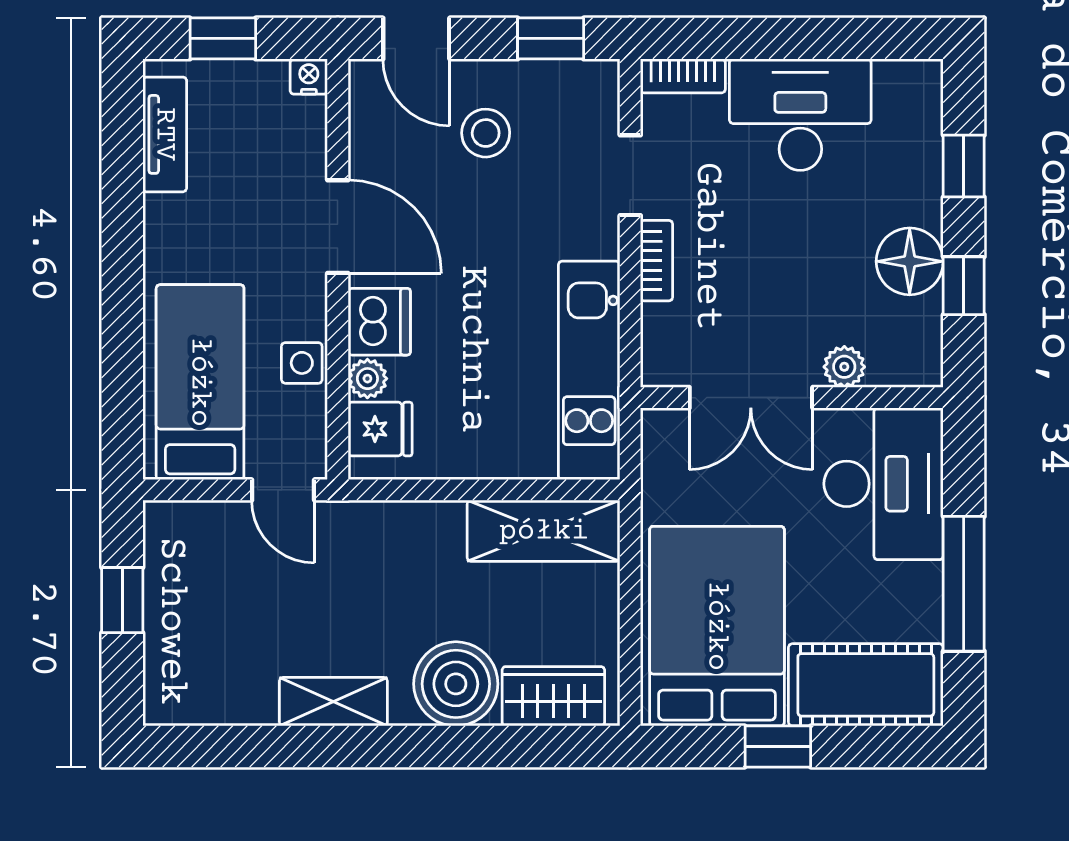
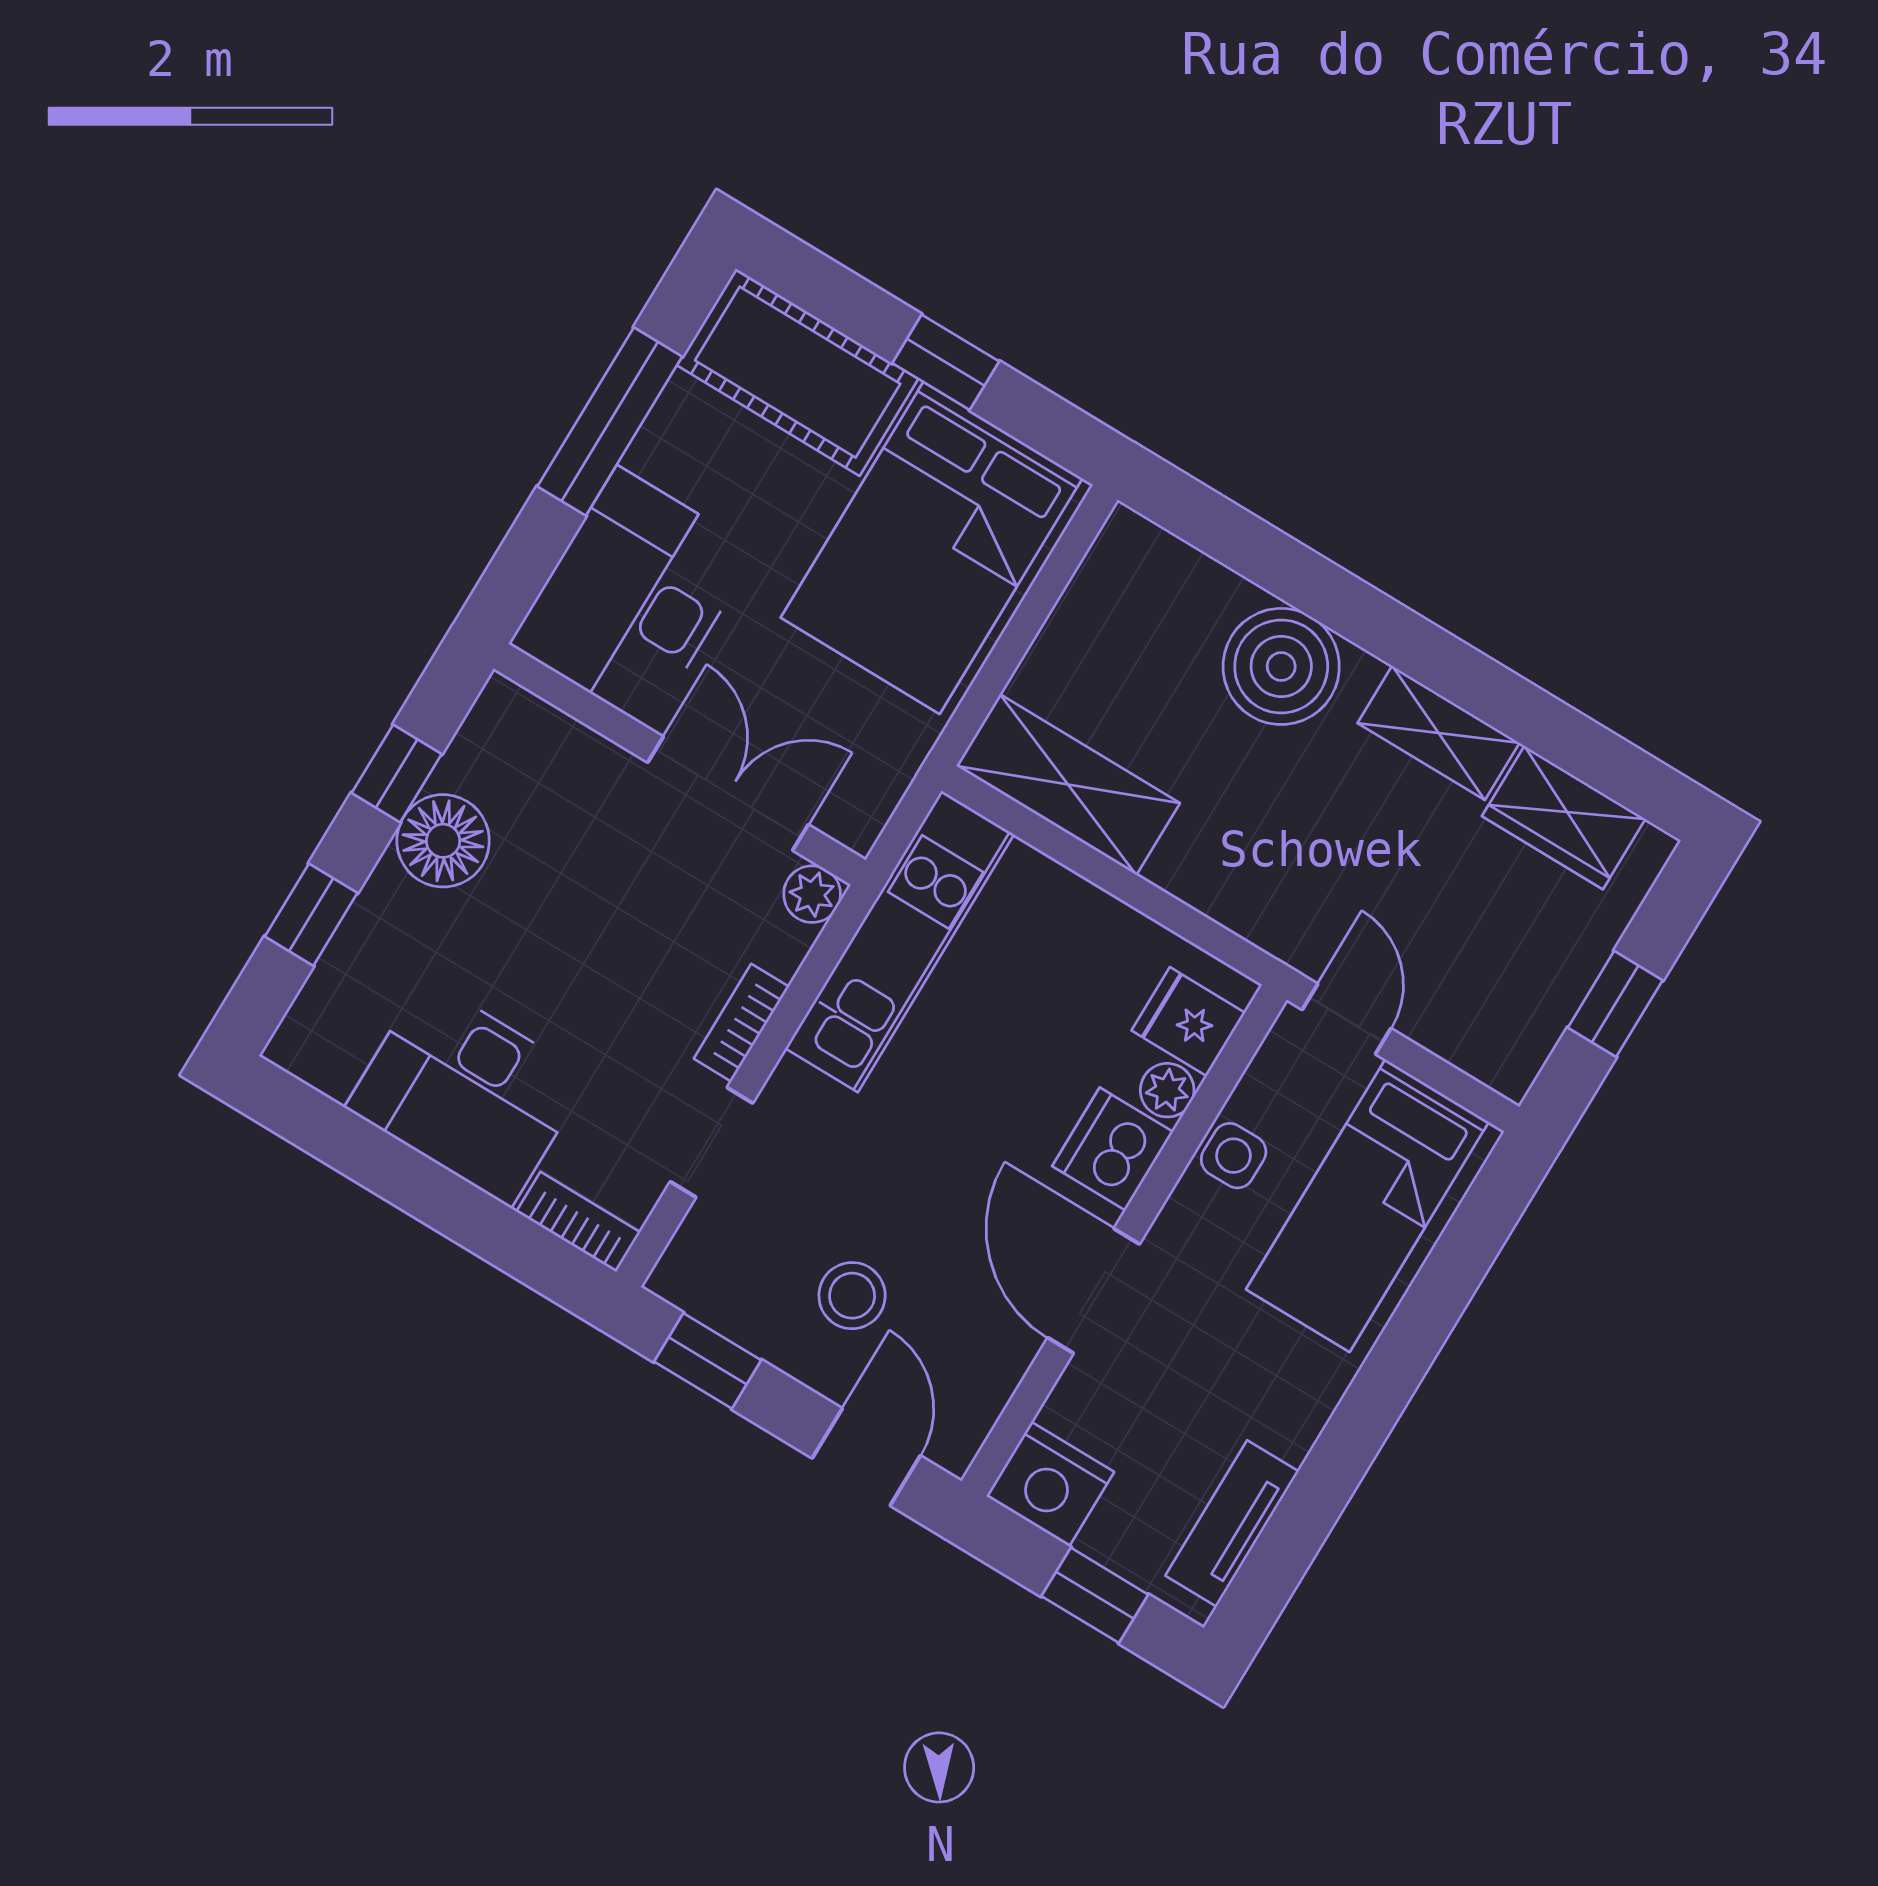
nightstand: (309, 77) -> (1050, 1484), width x1.89, depth x1.79
plant: (844, 367) -> (812, 894), moved
wardrobe: (553, 696) -> (1564, 818), moved

